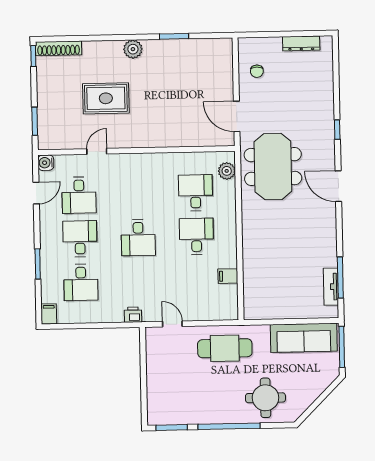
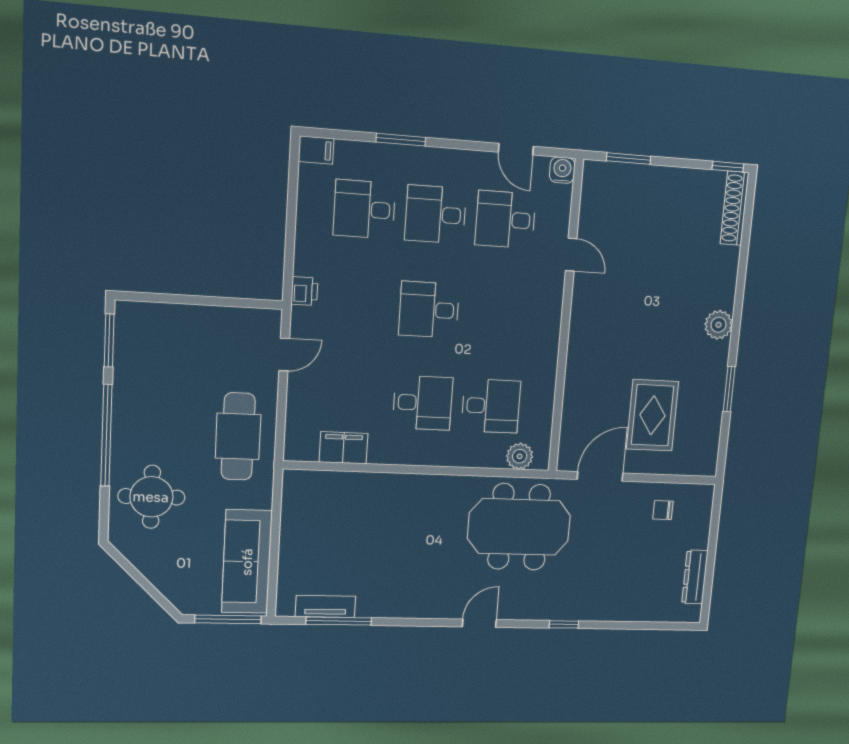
rug: (106, 98) -> (653, 415), moved
door: (338, 186) -> (479, 623), width x0.73
desk: (80, 239) -> (436, 214), turned 180
filing cabinet: (228, 276) -> (343, 448), width x2.00

